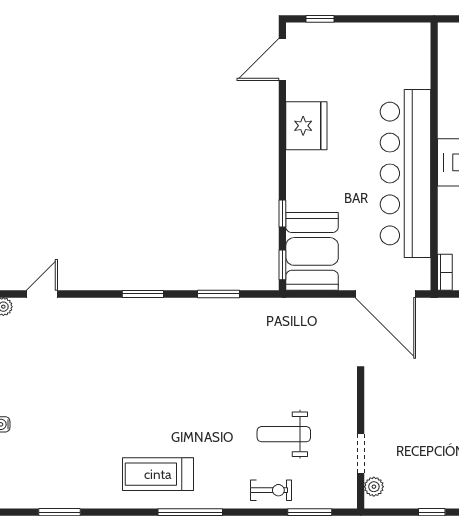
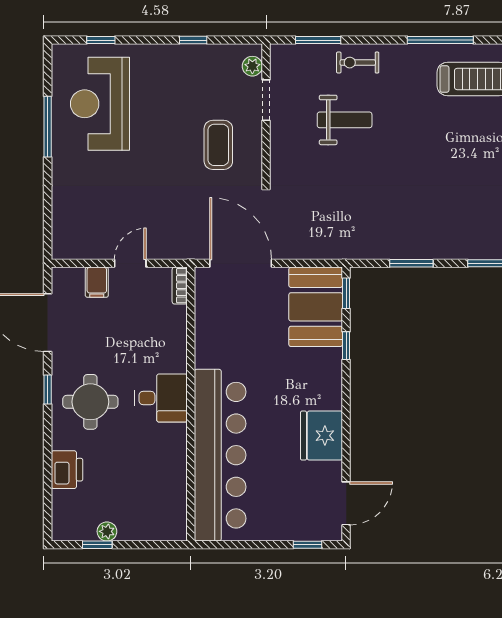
bar counter: (405, 173) -> (220, 455), moved
coffee table: (407, 410) -> (218, 145), added

